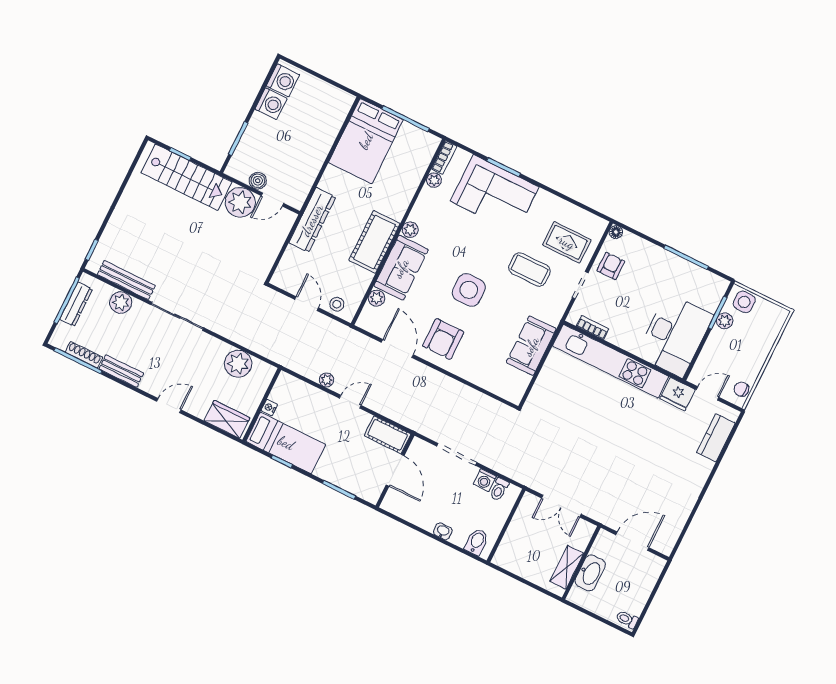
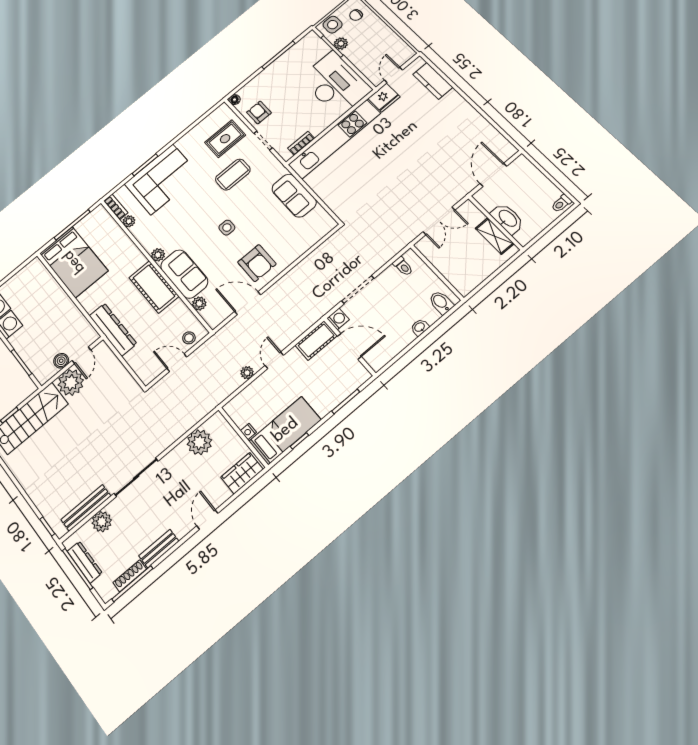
side table: (469, 290) -> (227, 228), width x0.54, depth x0.54
chair: (741, 389) -> (356, 15), moved
washing machine: (485, 480) -> (338, 319), moved, turned -90

